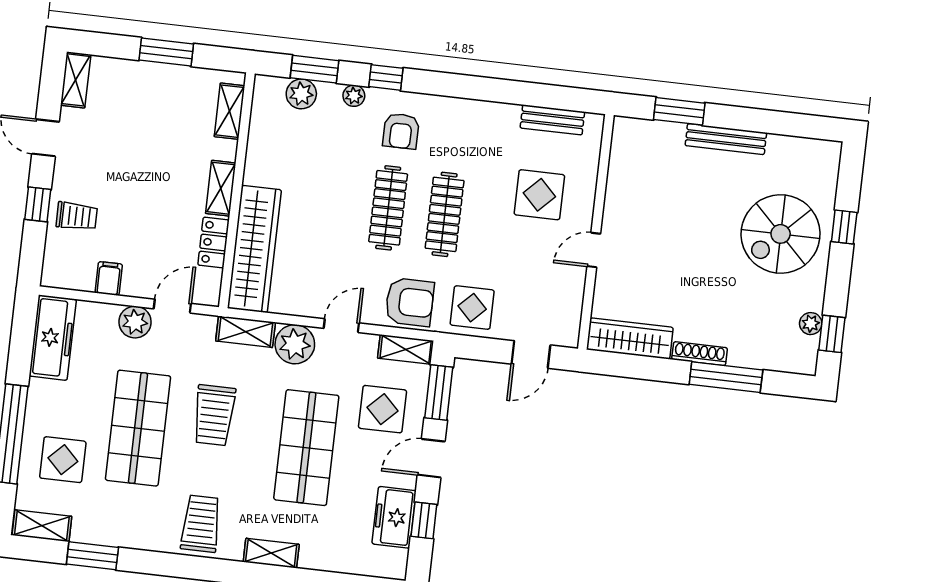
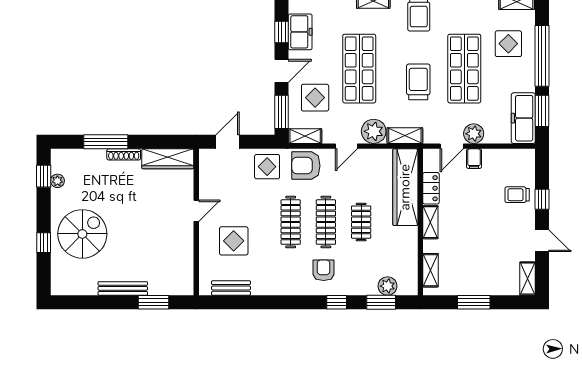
plant: (354, 96) -> (355, 289), removed
clothes rail: (332, 201) -> (361, 222), added
filing cabinet: (109, 278) -> (474, 159), moved
window: (21, 346) -> (542, 111), added

